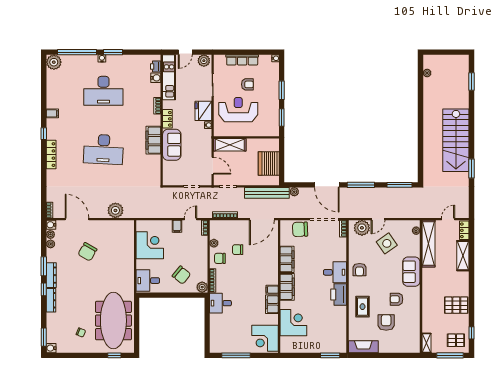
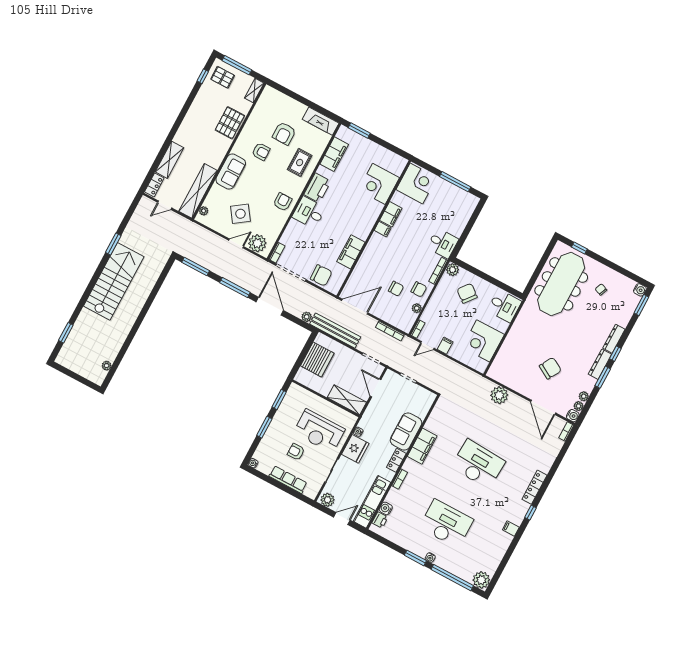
filing cabinet: (287, 287) -> (334, 154), moved, turned 180
pallet: (456, 305) -> (230, 123), moved, turned 90

